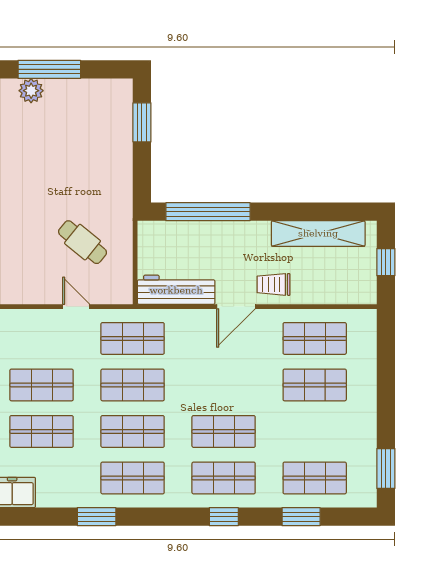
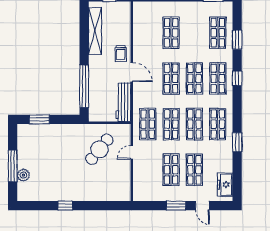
cafe table: (83, 242) -> (99, 149), width x1.37, depth x1.35
shop shelf: (315, 338) -> (171, 78), moved

